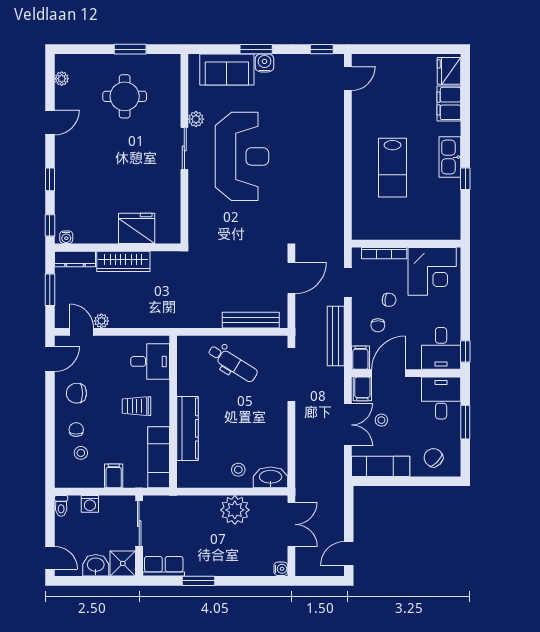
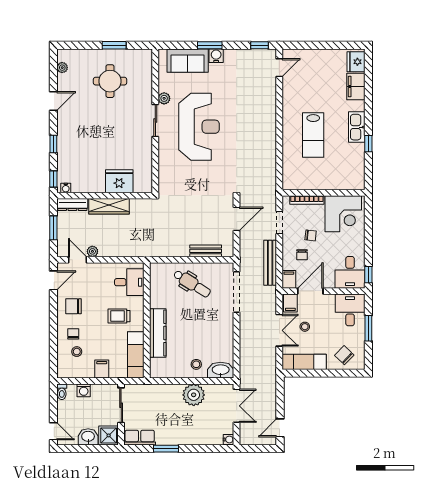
bench: (251, 320) -> (206, 251), width x0.73

